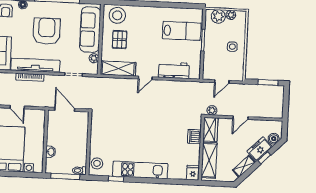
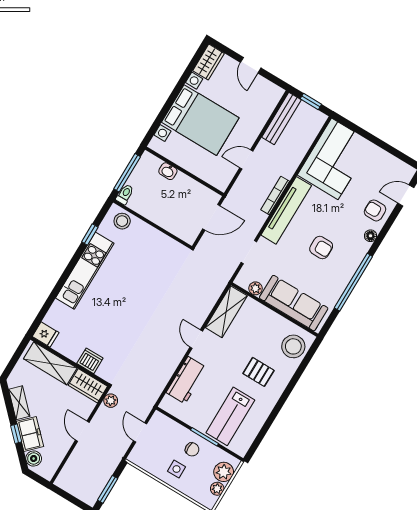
armchair: (47, 31) -> (321, 248), width x0.53, depth x0.53
pallet: (120, 40) -> (259, 372), moved
chair: (215, 44) -> (192, 449), added

